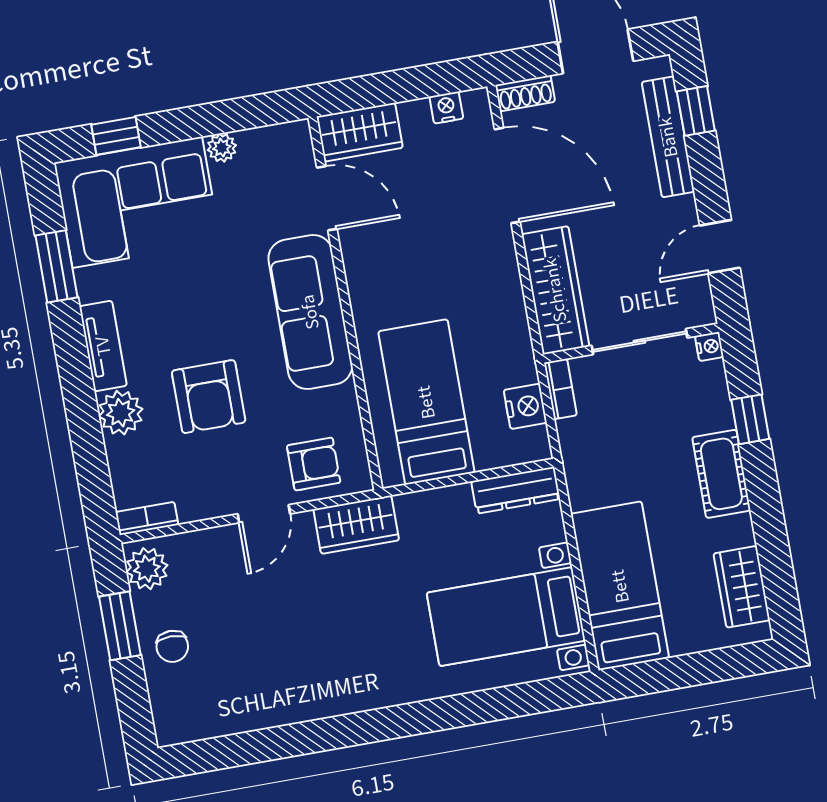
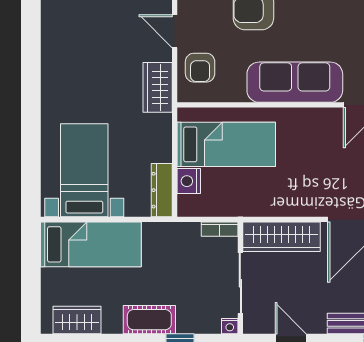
nightstand: (525, 406) -> (189, 181), moved, turned 90

